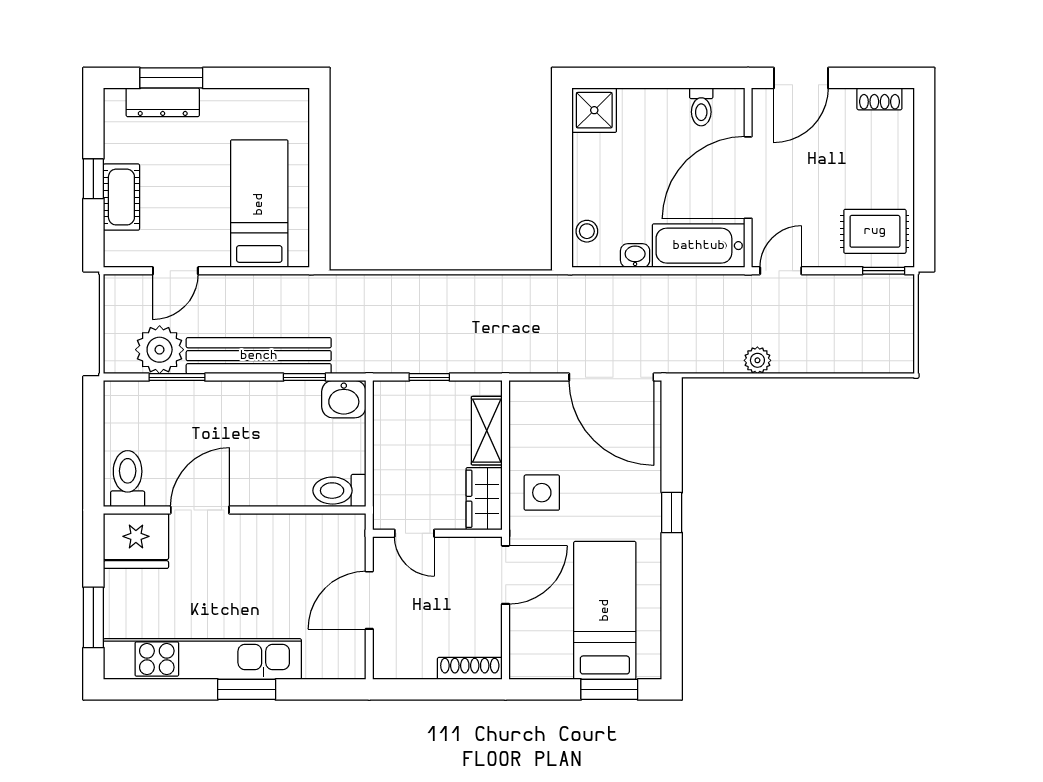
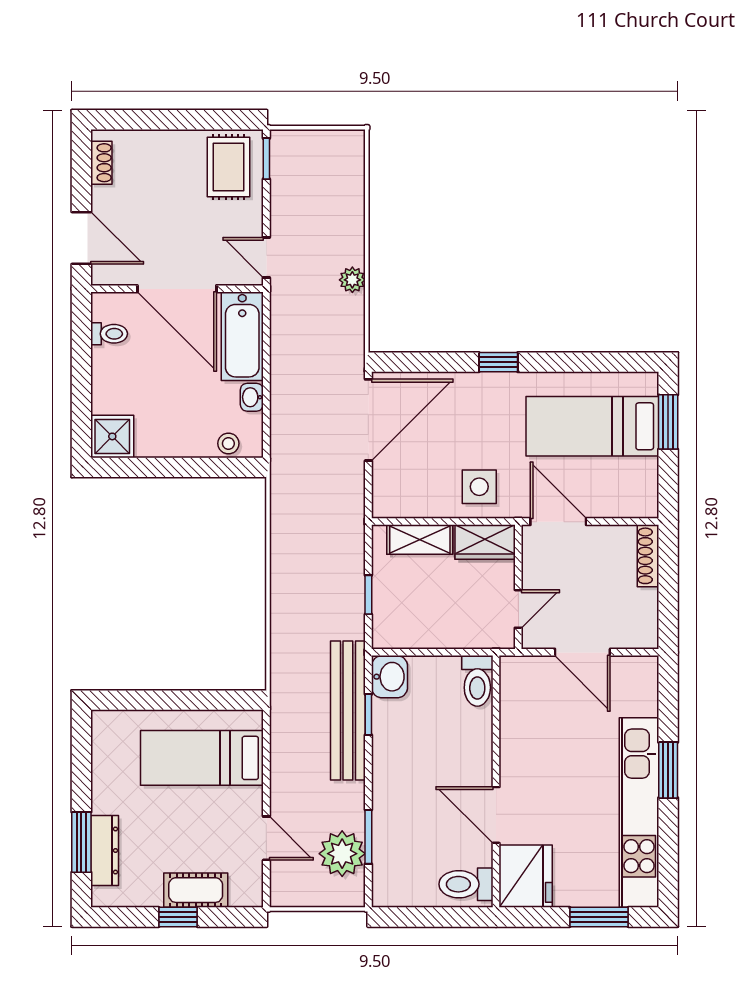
bench: (259, 356) -> (348, 711), moved

